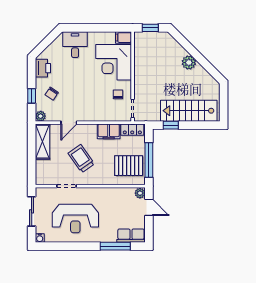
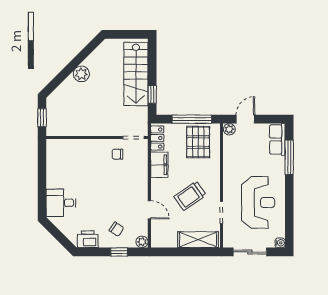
filing cabinet: (124, 38) -> (53, 148), removed
corner desk: (114, 62) -> (81, 159), removed
shelving: (42, 142) -> (198, 240), moved

